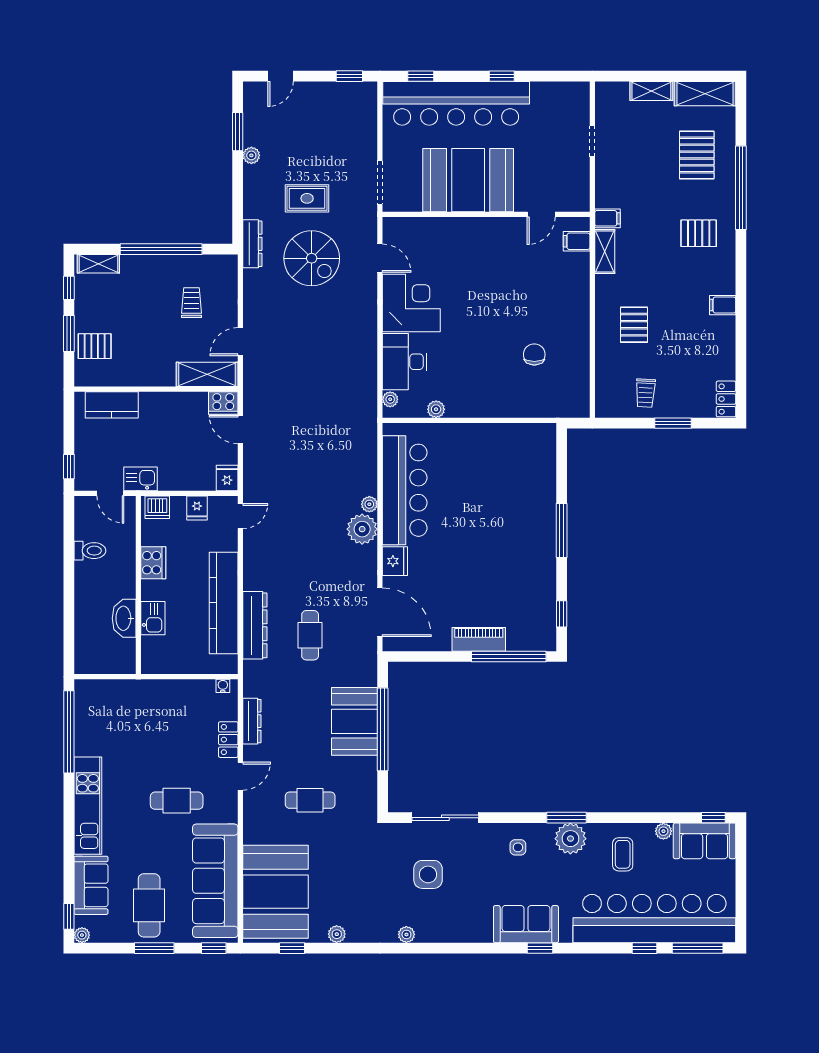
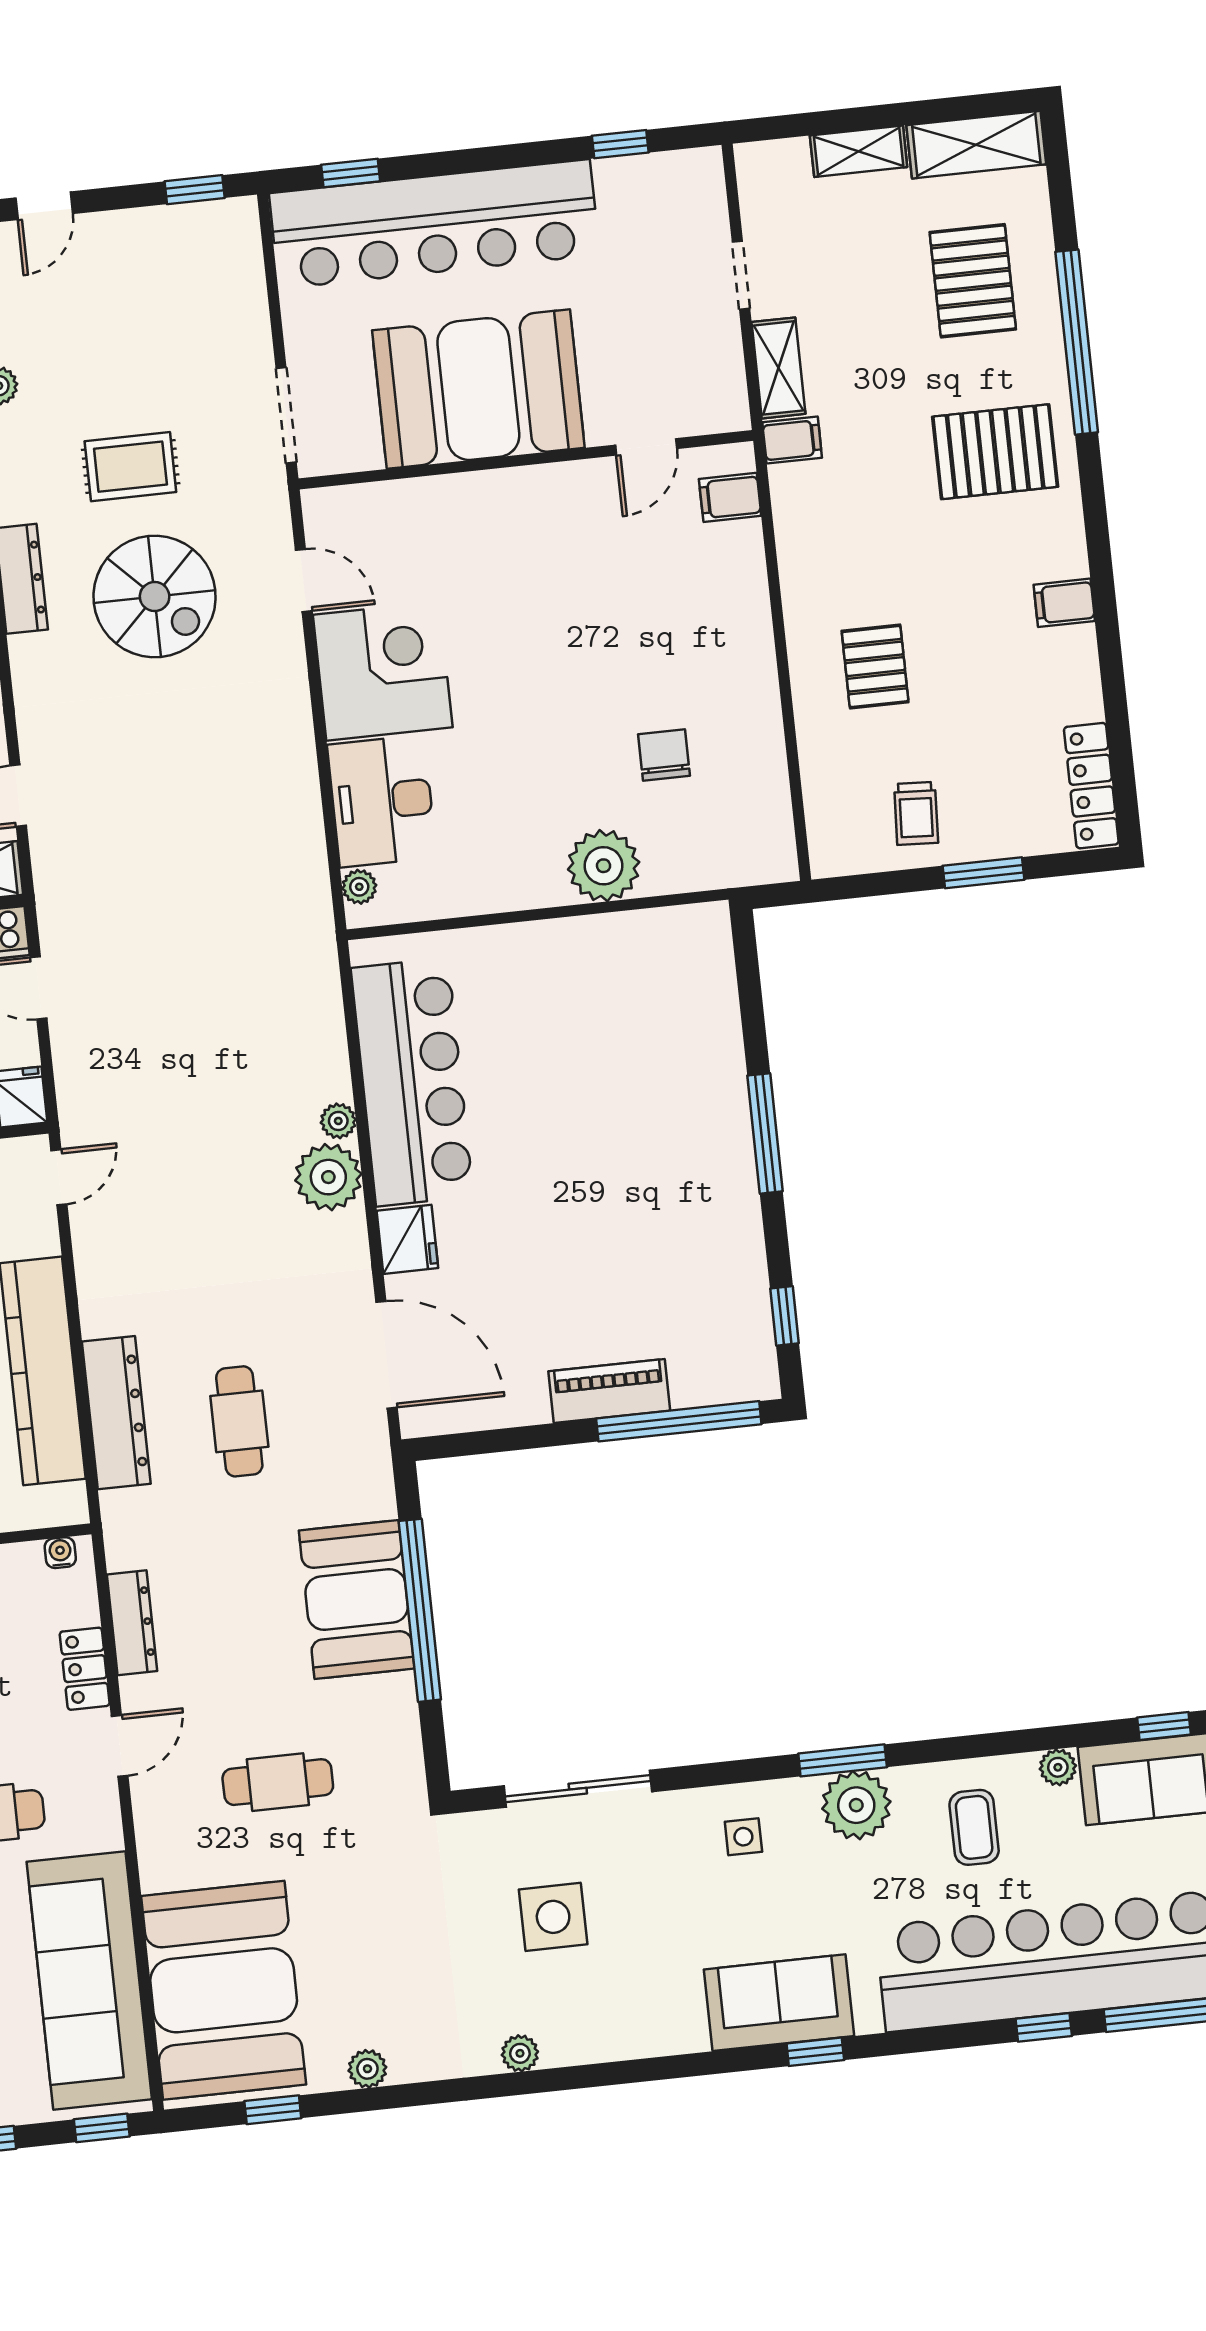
window: (502, 76) -> (620, 144), moved
pallet: (699, 233) -> (995, 452), width x1.50, depth x1.42
shelving: (605, 252) -> (778, 368), moved
locker: (726, 399) -> (1091, 786), width x1.53
plant: (436, 409) -> (604, 866), moved, width x1.88, depth x1.88

